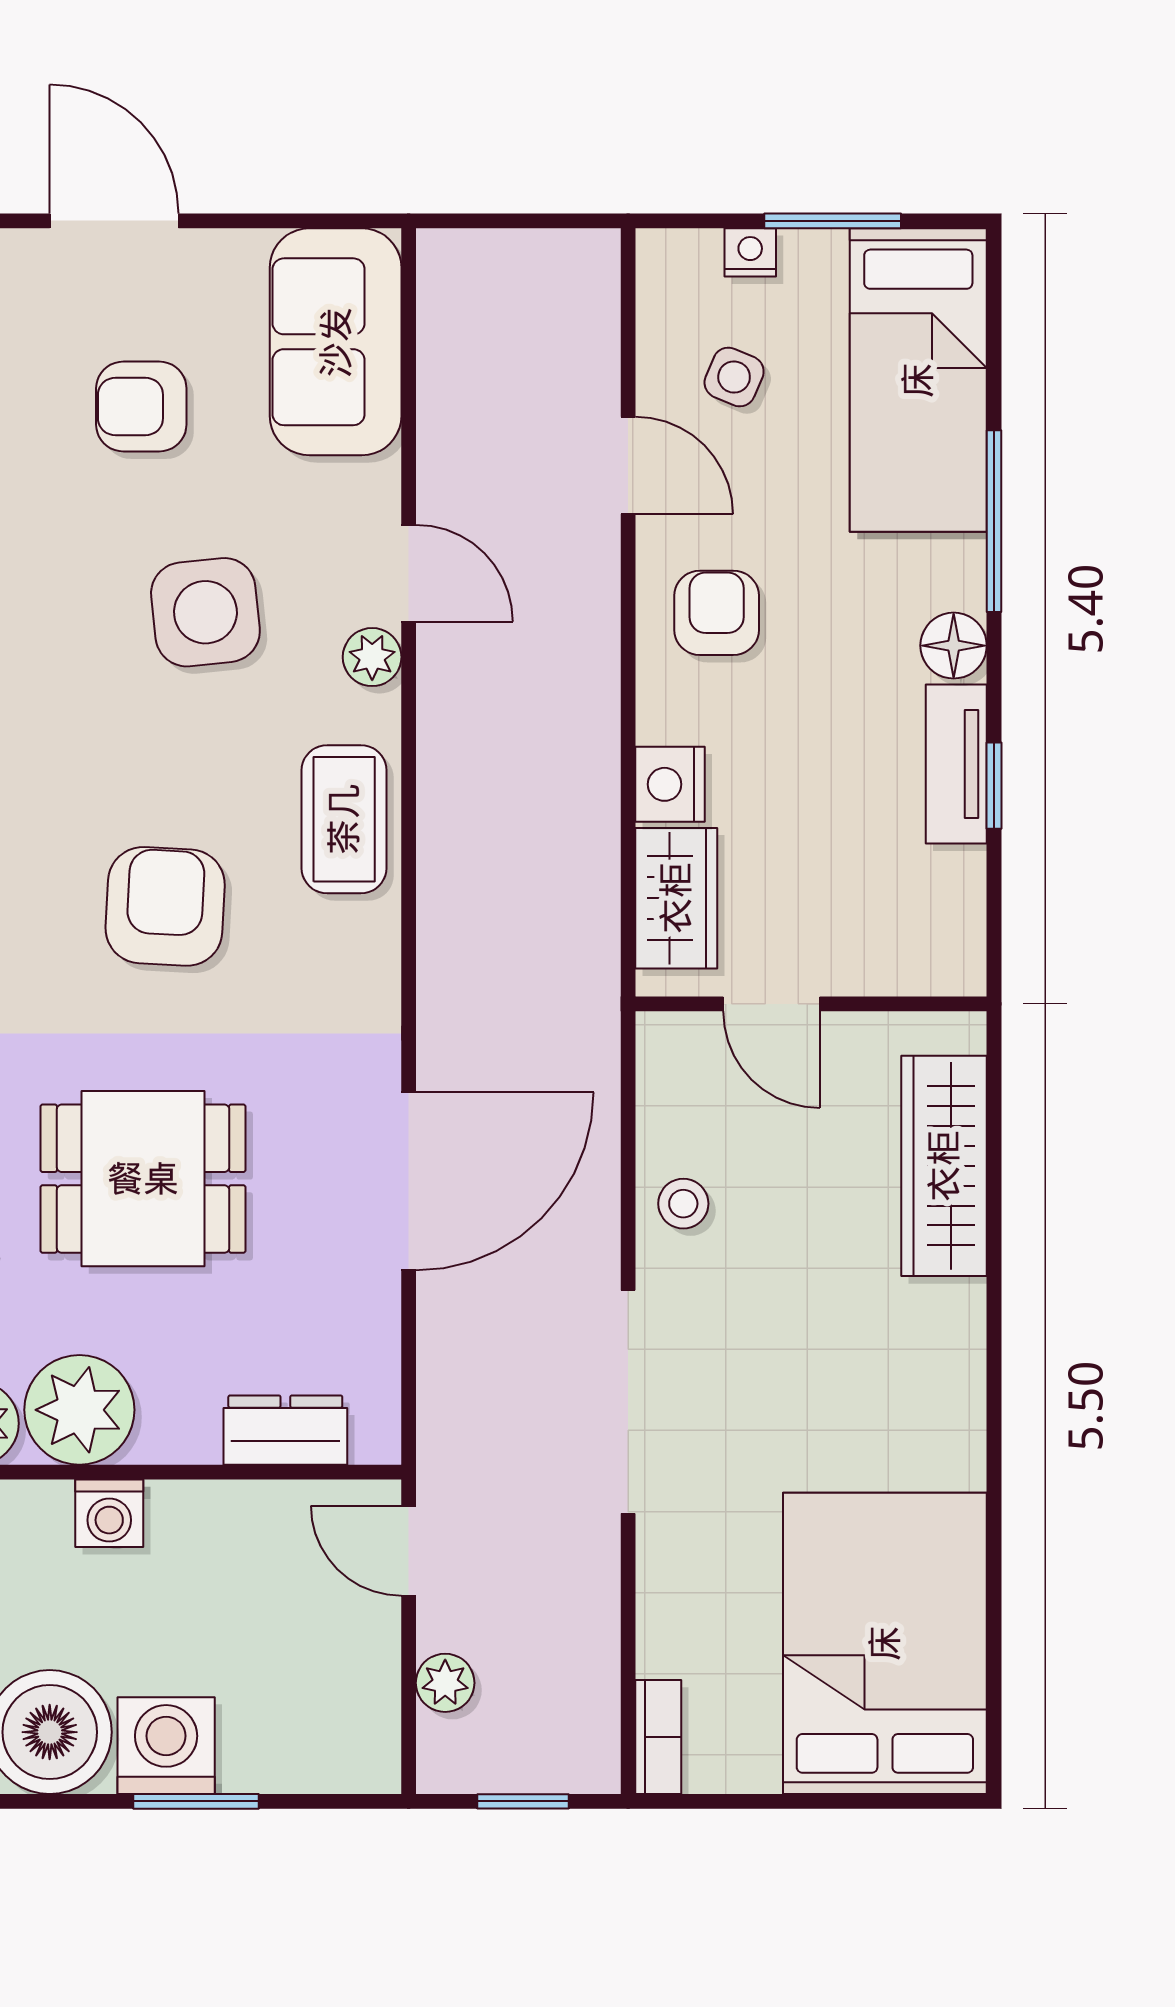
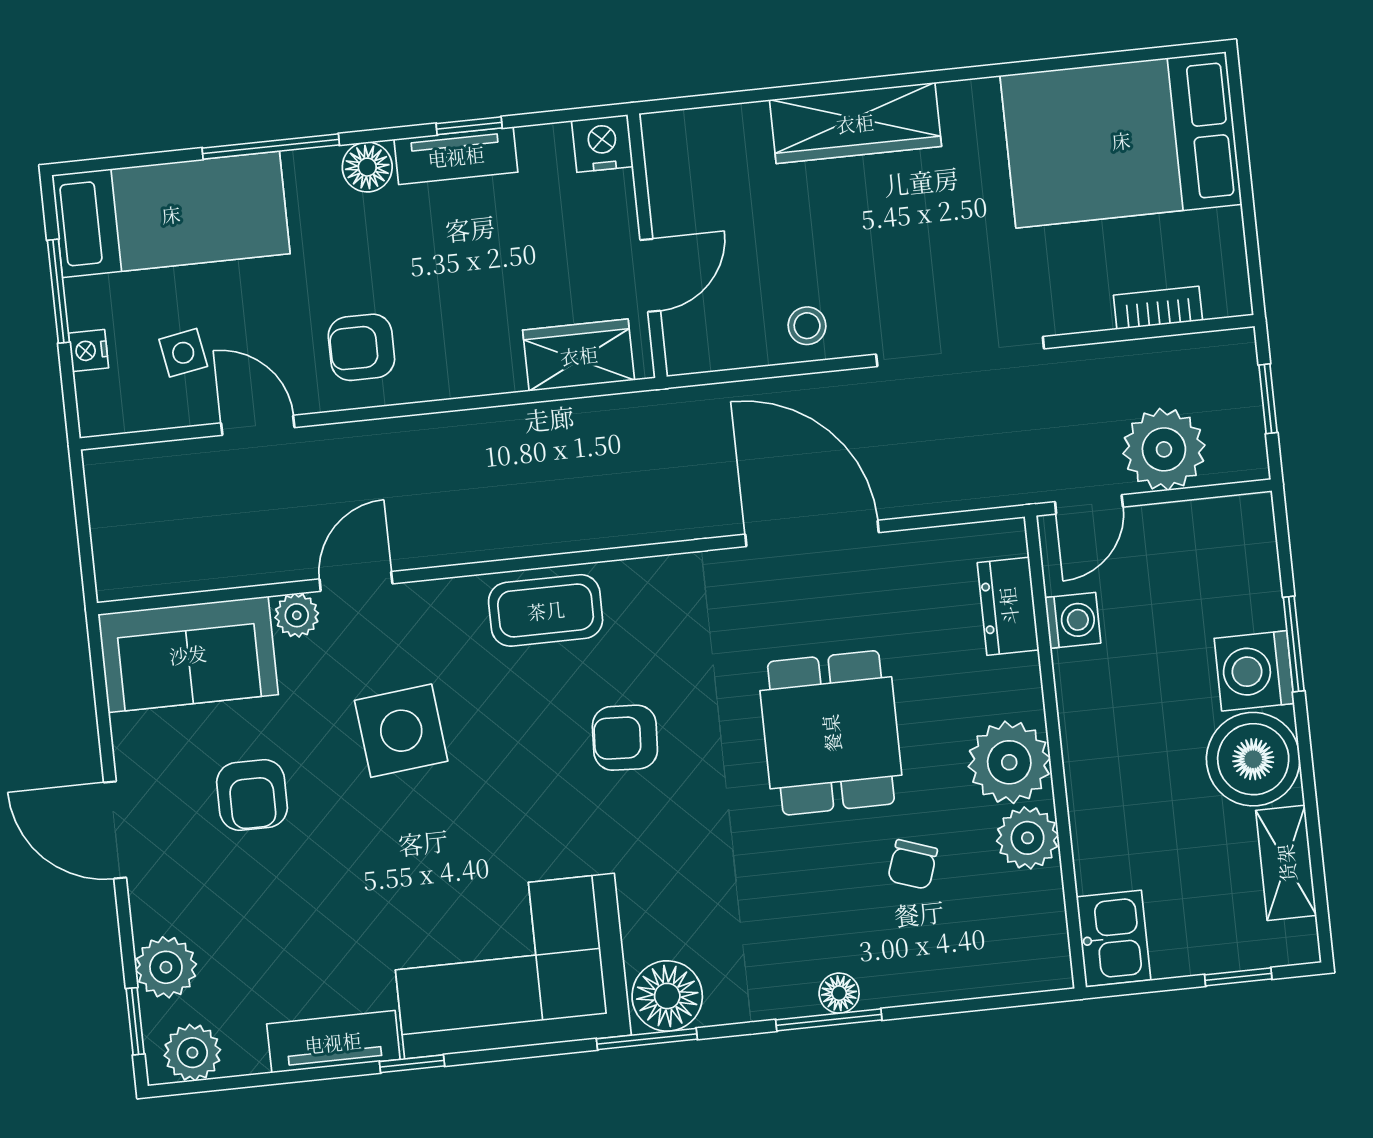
door: (114, 221) -> (115, 830), hinge flipped
side table: (734, 377) -> (183, 353), turned -33
door: (628, 465) -> (258, 425), hinge flipped
plant: (372, 657) -> (297, 615), moved
nightstand: (670, 784) -> (602, 144), moved, turned 180
armchair: (165, 906) -> (625, 738), width x0.72, depth x0.72
wardrobe: (944, 1166) -> (855, 123), moved
washing machine: (109, 1513) -> (1073, 620), moved
plant: (445, 1683) -> (1164, 449), width x1.87, depth x1.87
bookcase: (658, 1737) -> (1158, 308), moved

